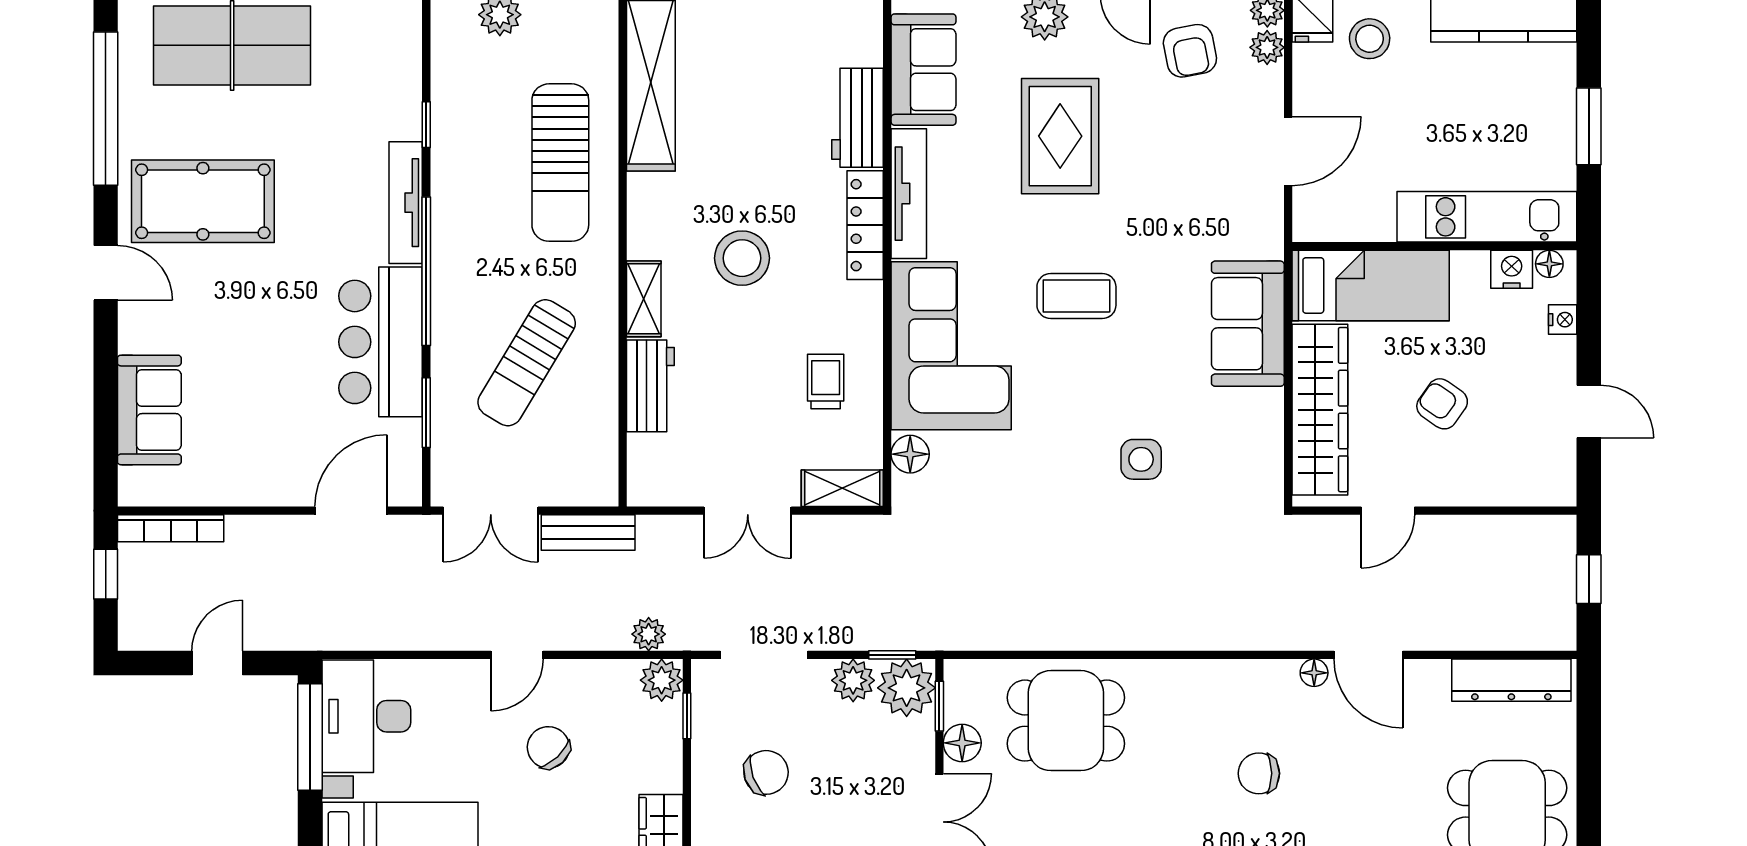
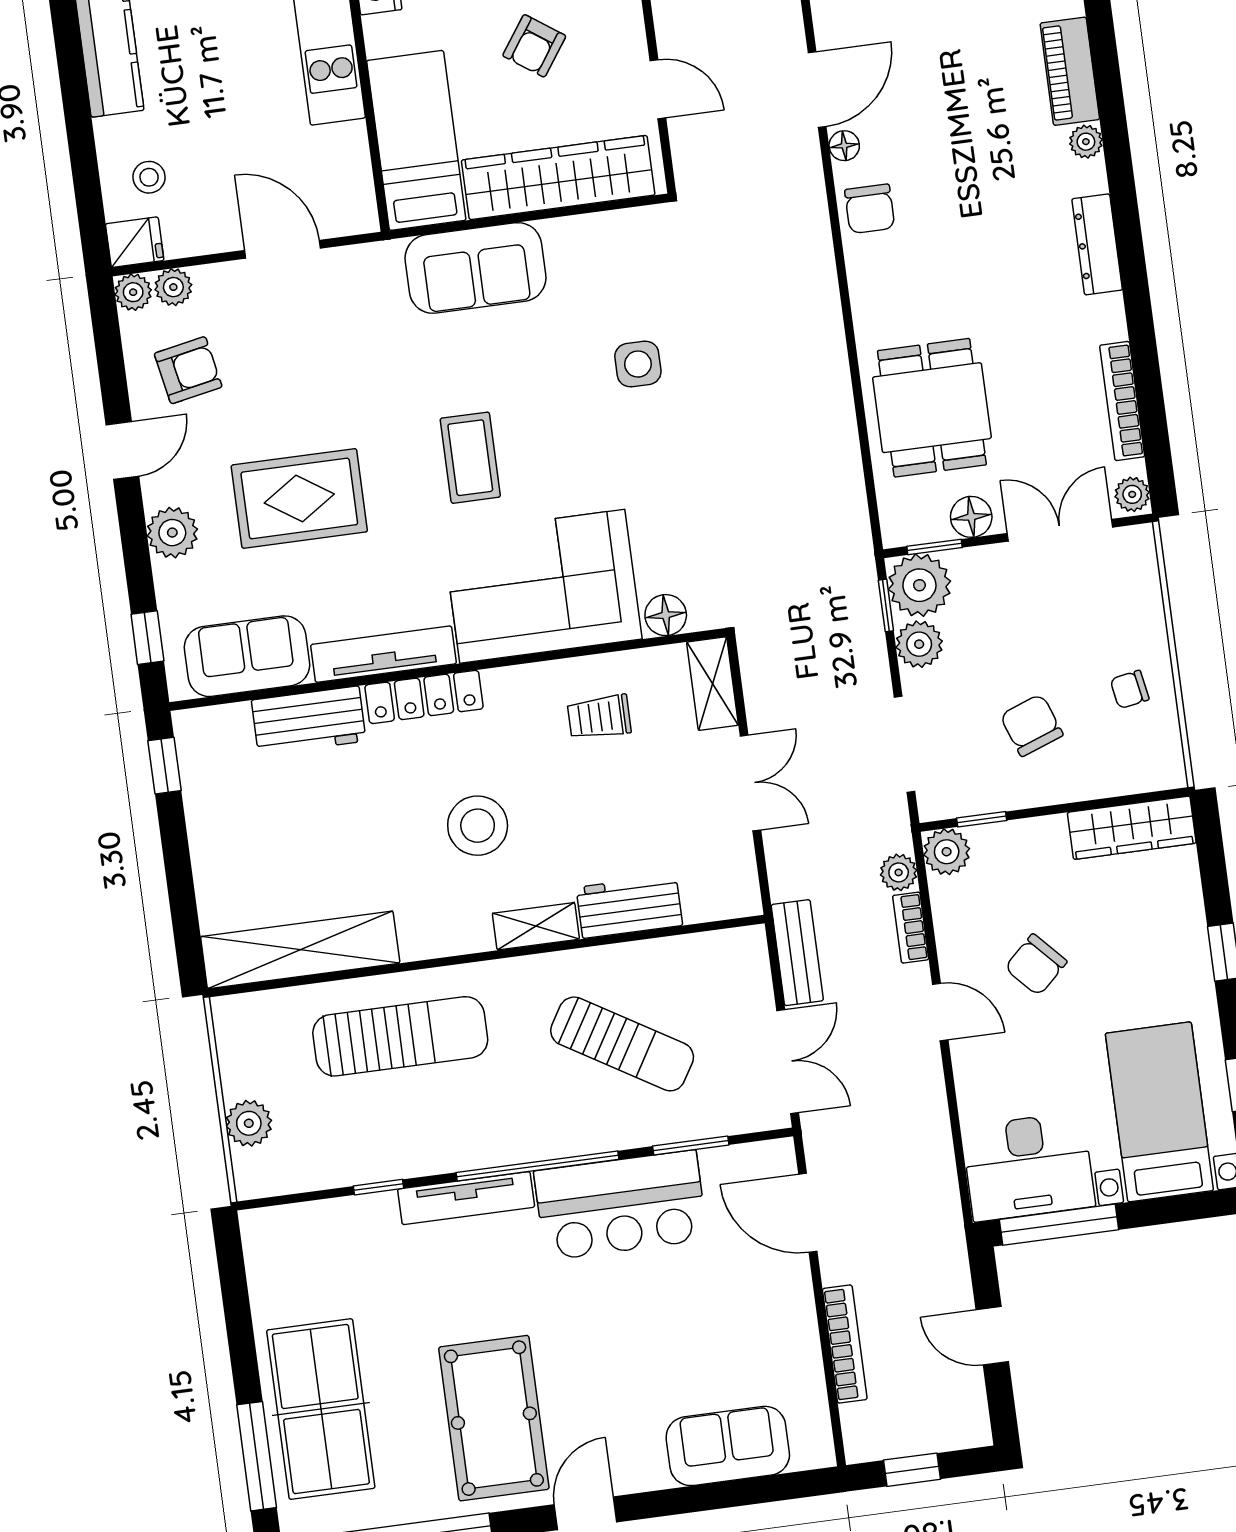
stool: (1370, 39) -> (149, 177), width x0.73, depth x0.73
bookcase: (171, 528) -> (845, 1344), moved
bookcase: (597, 638) -> (911, 928), added
chair: (1259, 773) -> (870, 209), moved

